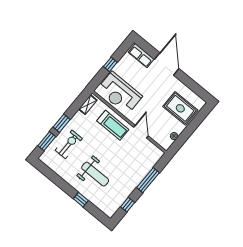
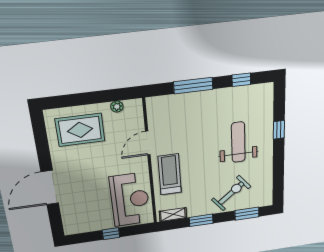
row of seats: (141, 56) -> (70, 217), removed
rug: (180, 108) -> (80, 130), turned 90
window: (62, 123) -> (201, 220), moved
exercise bike: (69, 144) -> (231, 193), turned 141

